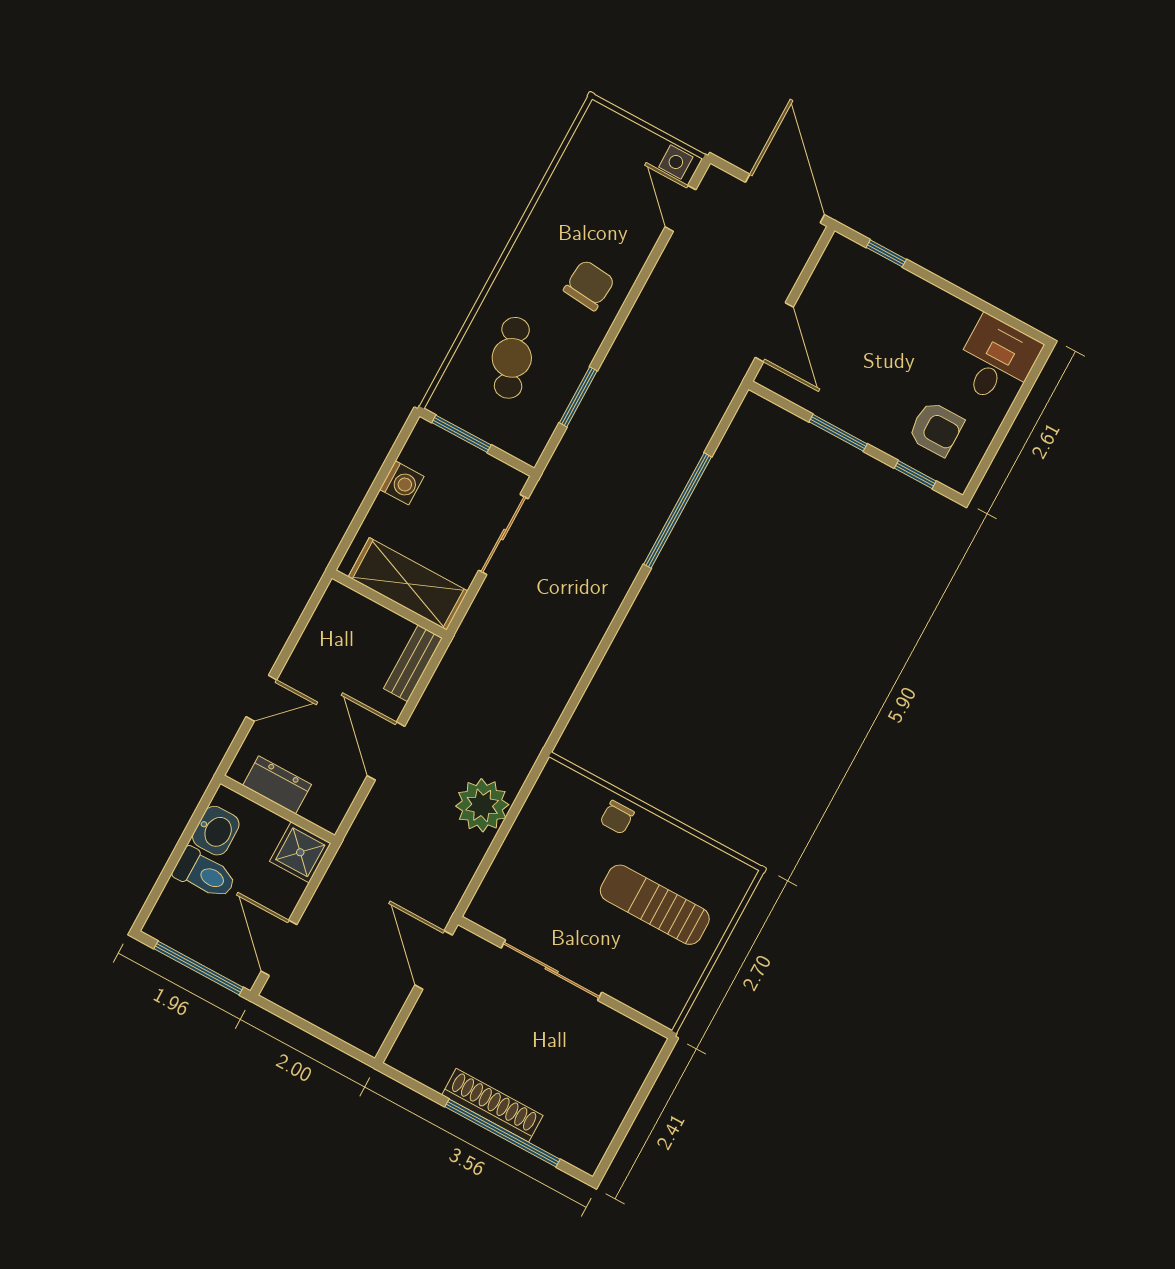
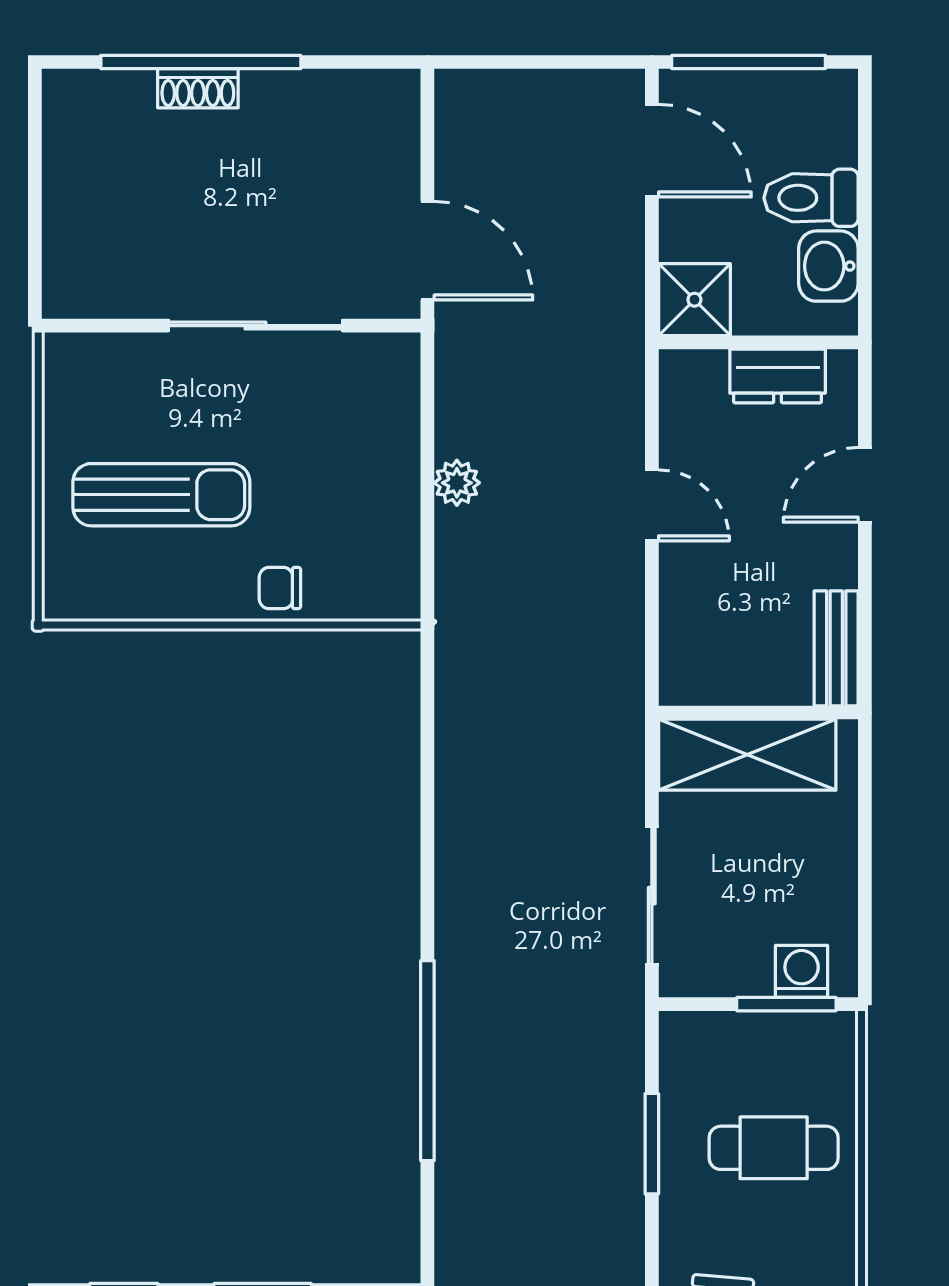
cafe table: (512, 358) -> (774, 1148), turned -69
washing machine: (402, 483) -> (802, 971), moved, turned 90
bench: (413, 663) -> (836, 648), moved
door: (386, 751) -> (652, 505), width x0.73
plant: (482, 805) -> (457, 483), width x0.53, depth x0.53
chair: (617, 817) -> (280, 588), turned -90
shoe rack: (492, 1105) -> (198, 88), width x0.51, depth x0.81

